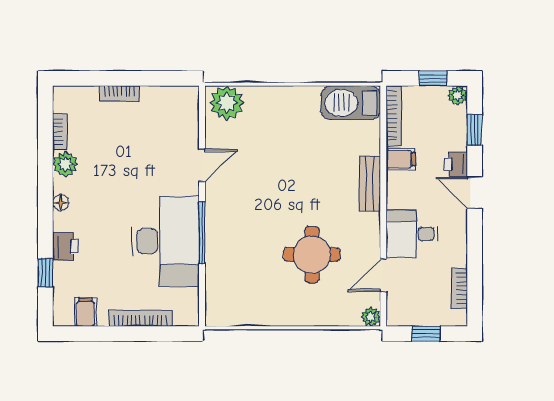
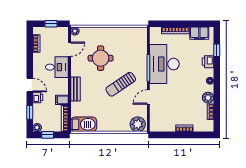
sun lounger: (266, 195) -> (121, 84), added
filing cabinet: (85, 312) -> (199, 33), width x2.00

